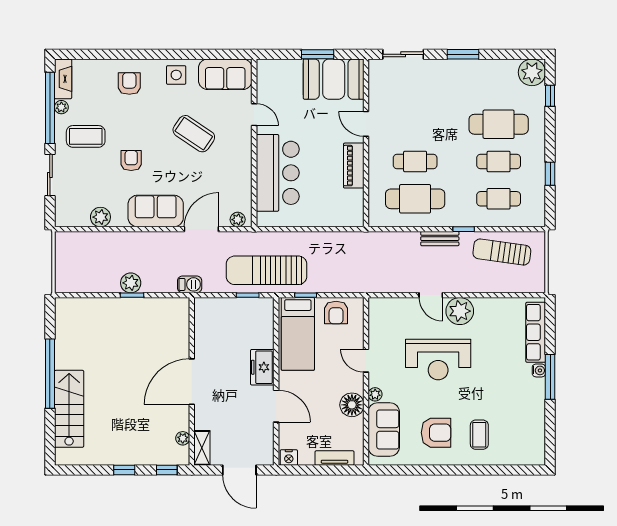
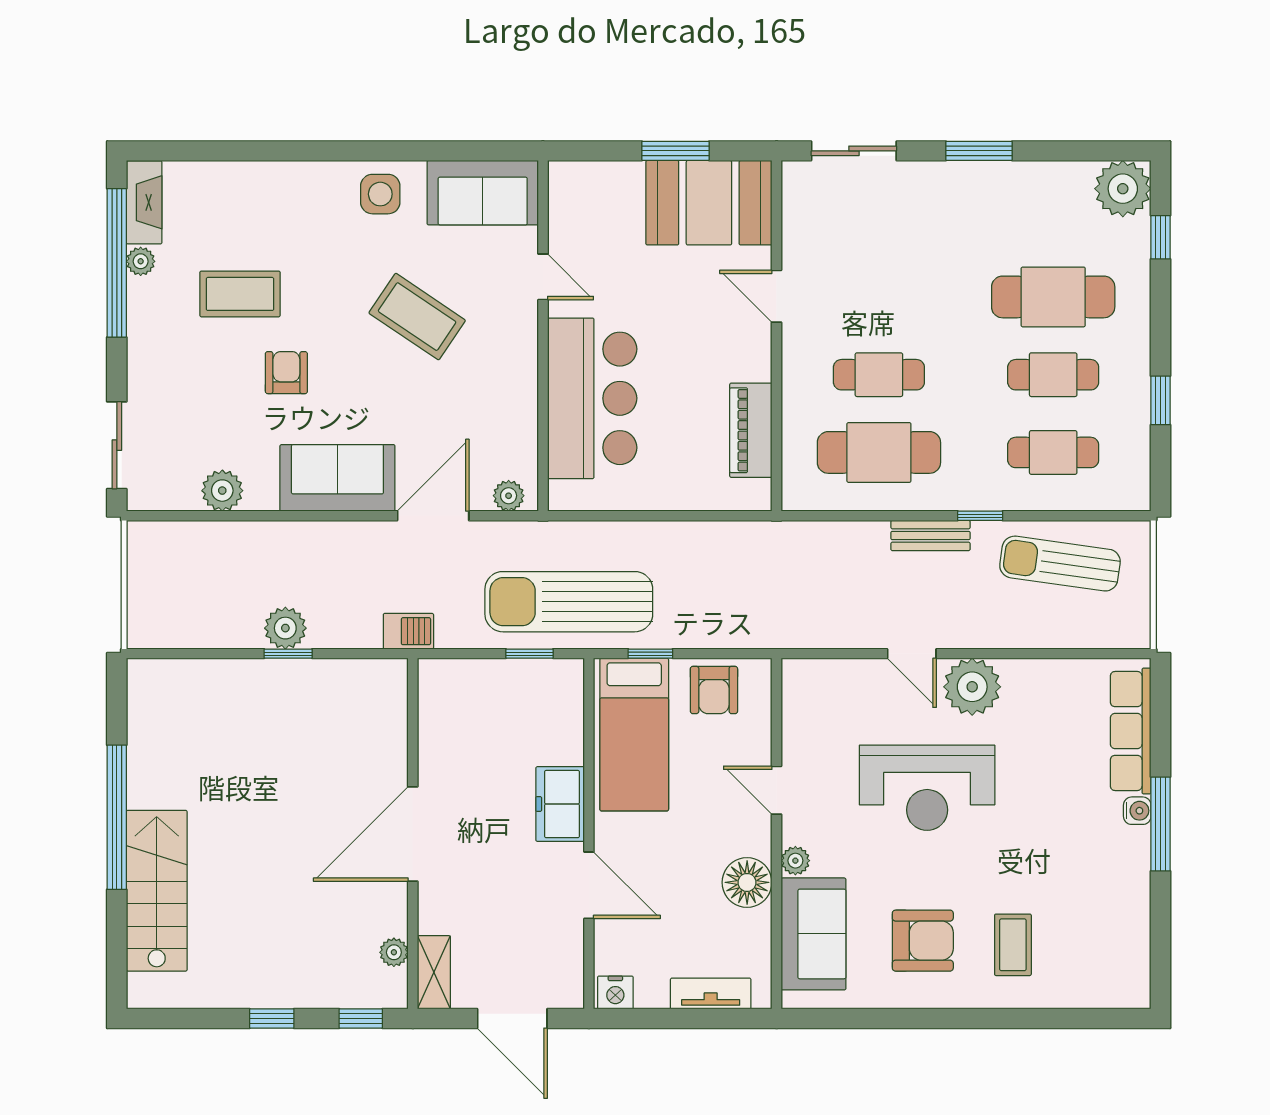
armchair: (129, 84) -> (282, 212), removed
coffee table: (86, 136) -> (240, 294), moved
piano: (354, 166) -> (751, 430), moved
sliding door: (50, 175) -> (117, 445), moved

